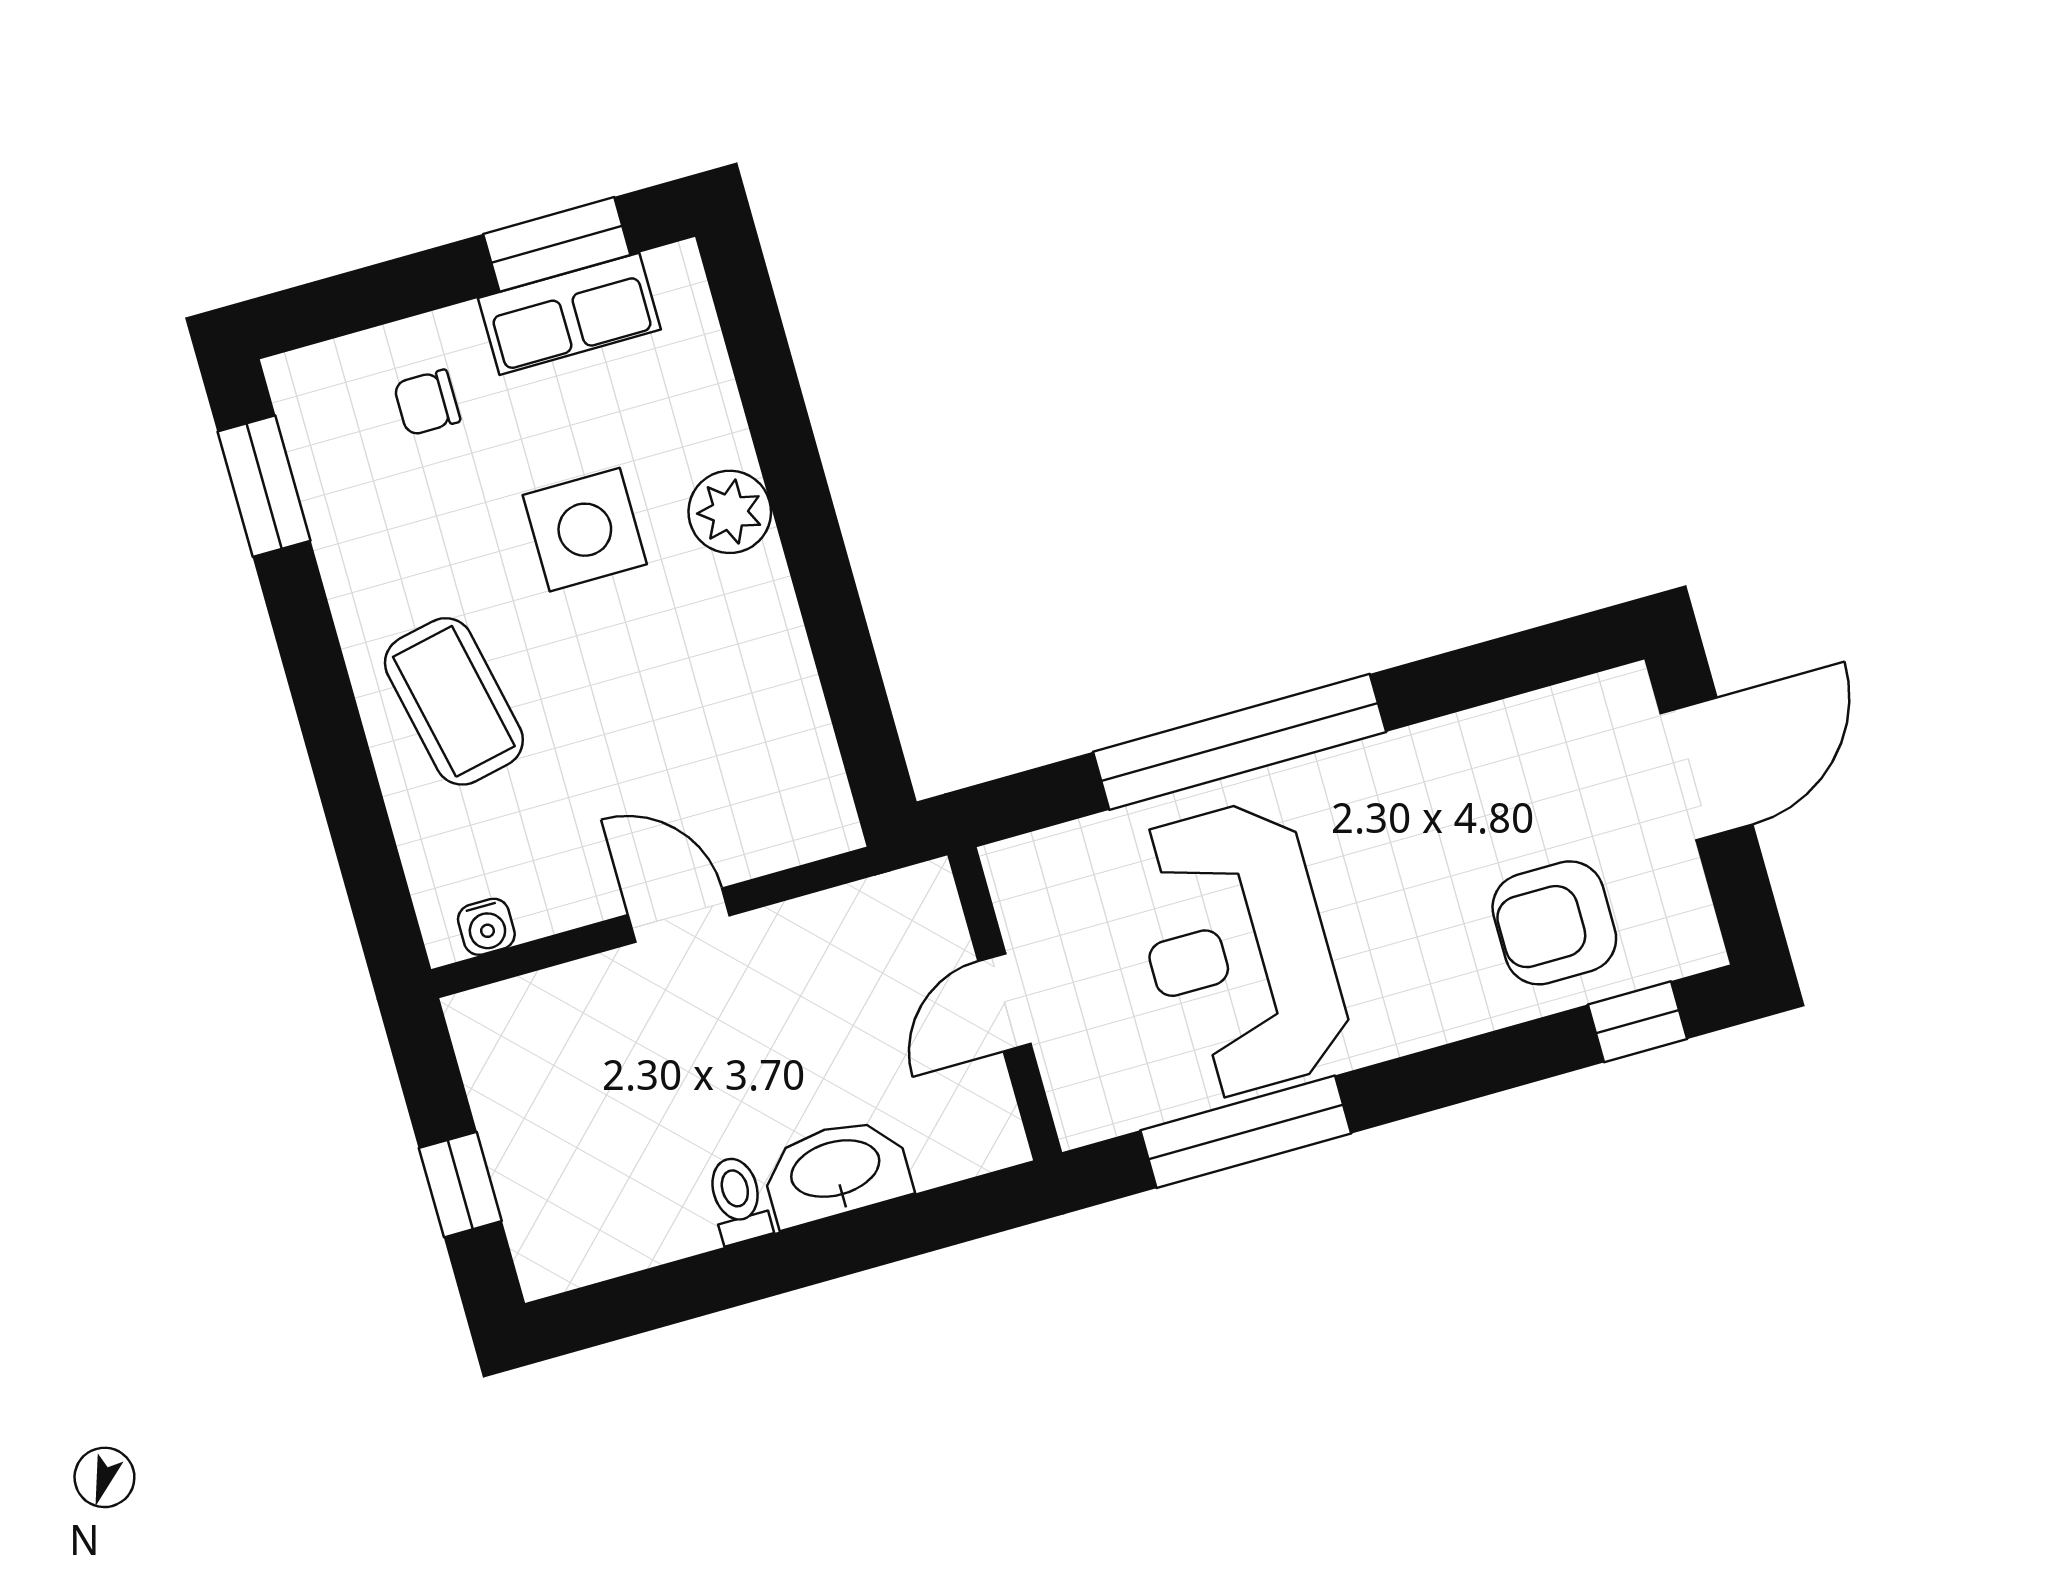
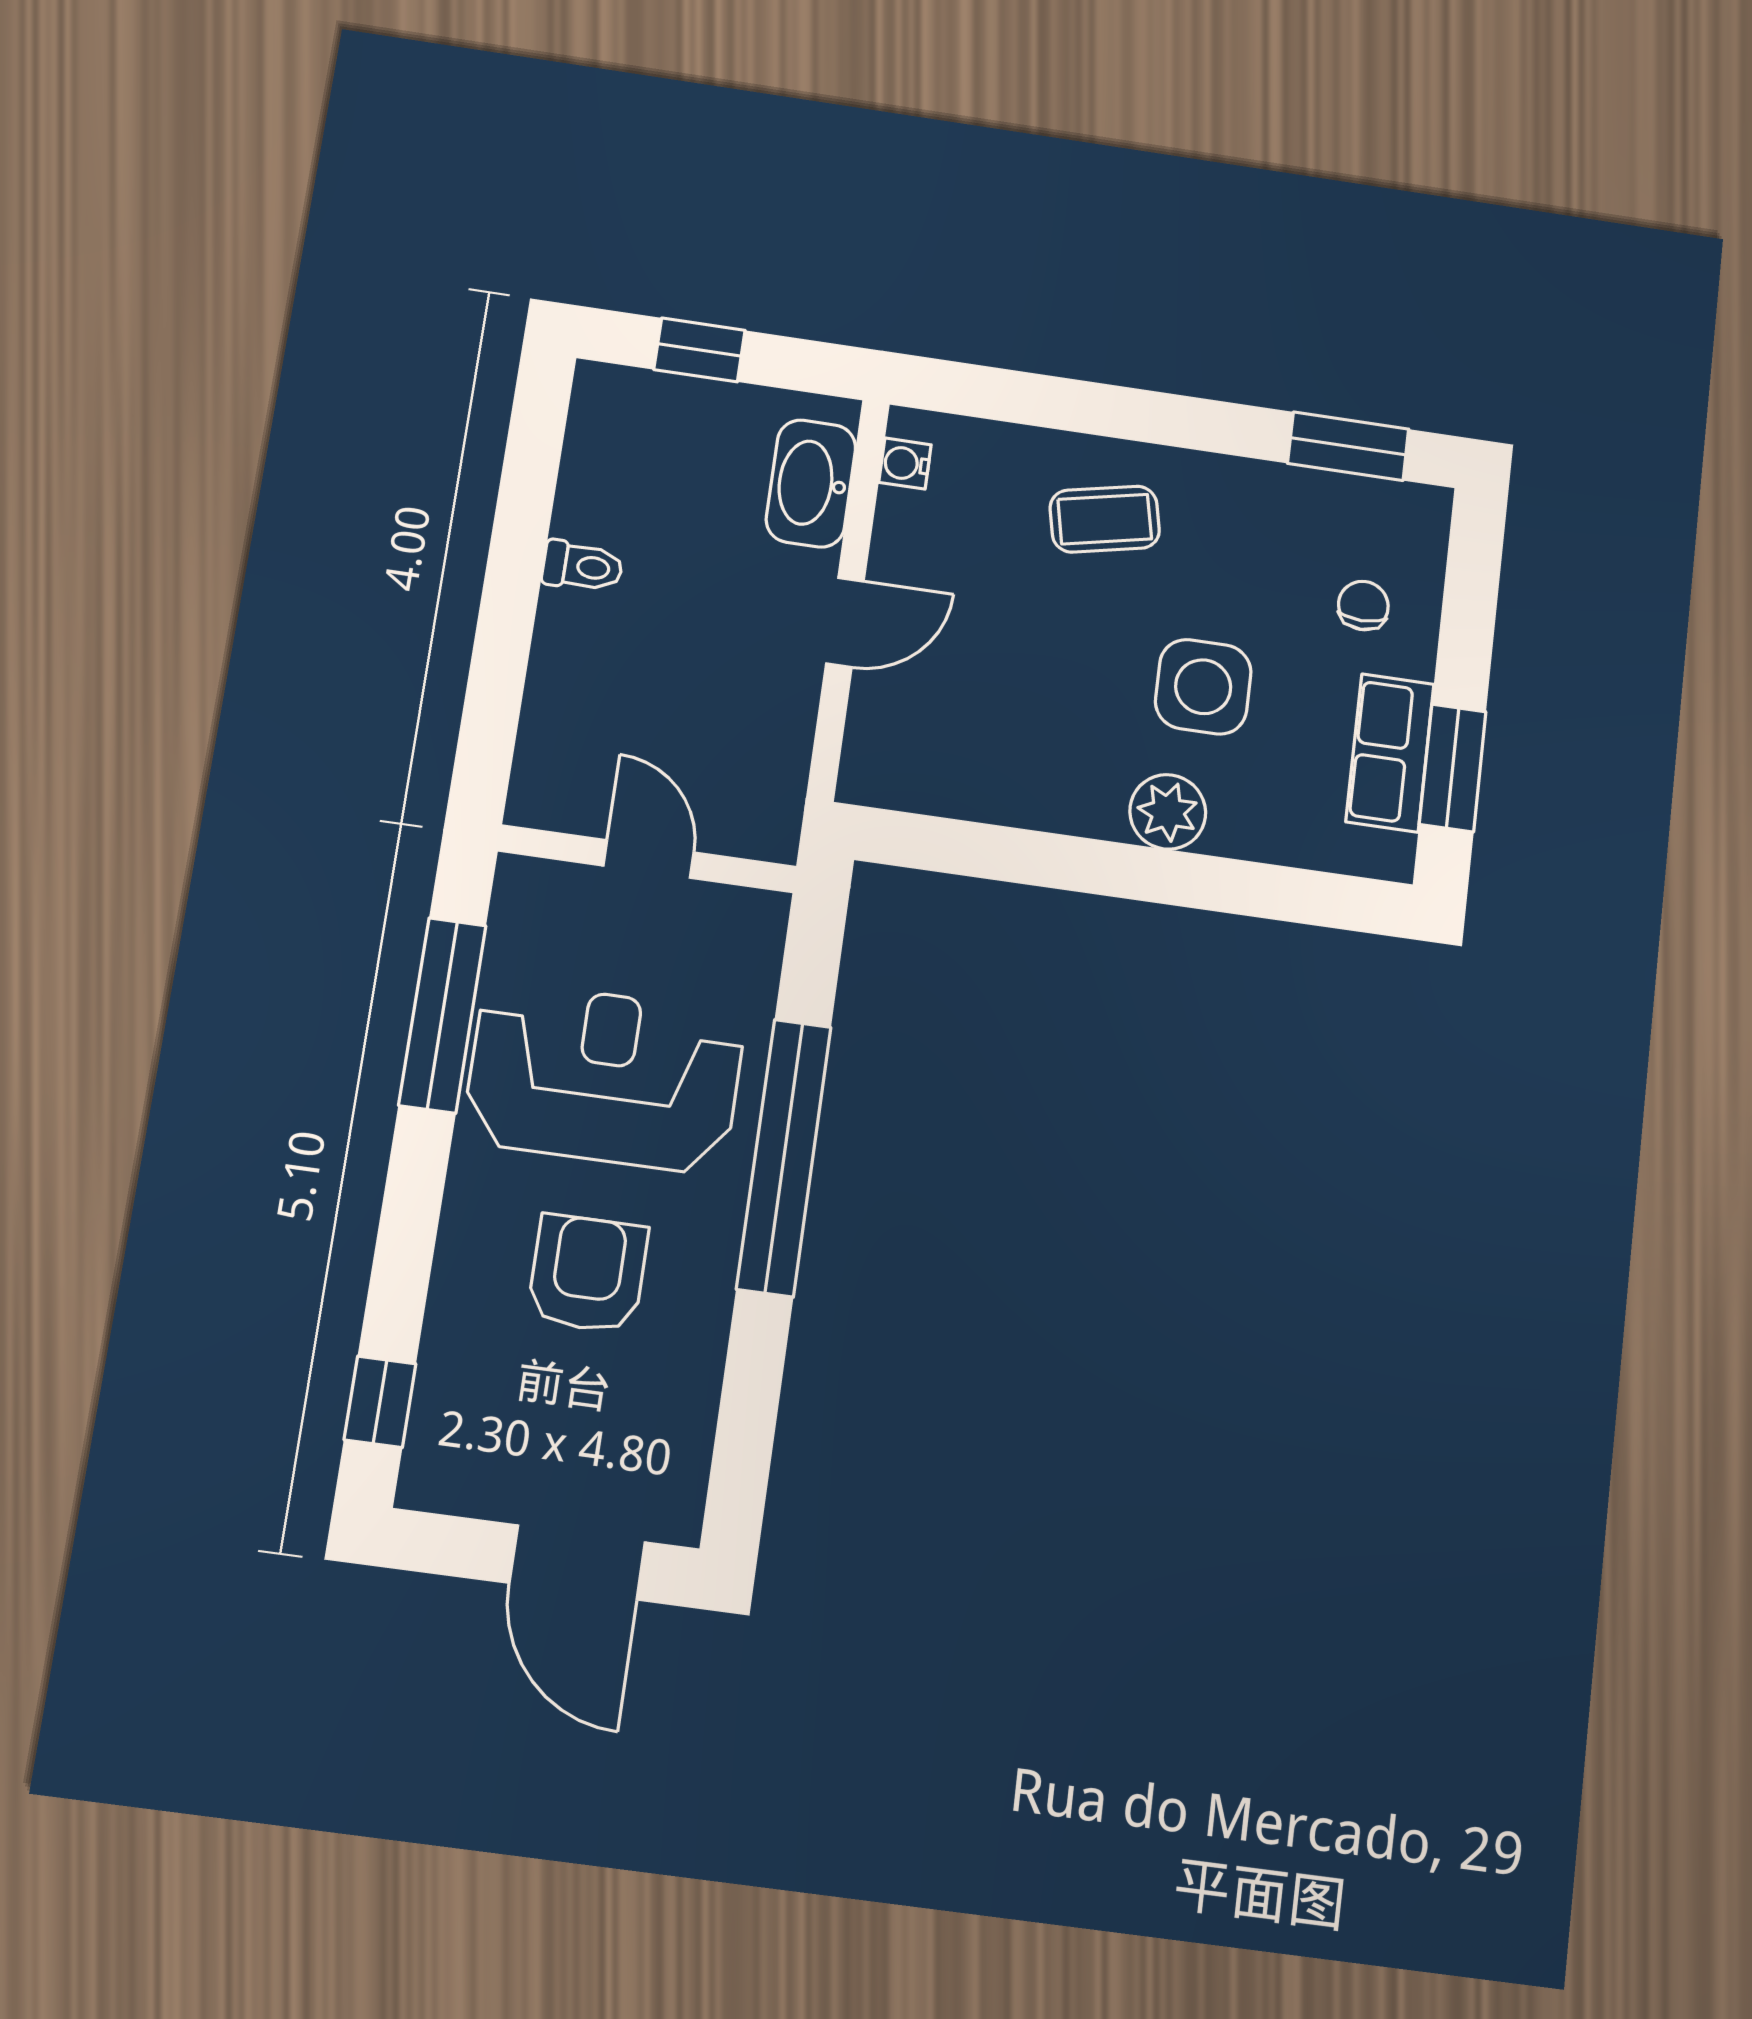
coffee table: (454, 701) -> (1105, 519), width x0.73, depth x0.77
armchair: (1554, 923) -> (588, 1274), moved
washbasin: (836, 1171) -> (811, 483), moved, turned 180

